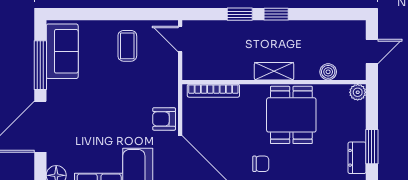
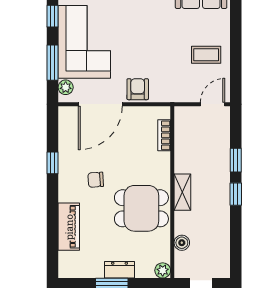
bookcase: (213, 91) -> (164, 135), width x0.64
dresser: (357, 158) -> (120, 270), moved
chair: (261, 164) -> (96, 180), turned 86

